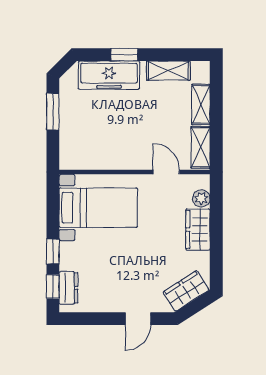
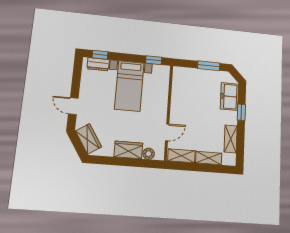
freezer: (109, 75) -> (230, 97), width x0.71
bed with nightstands: (98, 208) -> (129, 86), moved
window: (53, 251) -> (154, 60), moved

